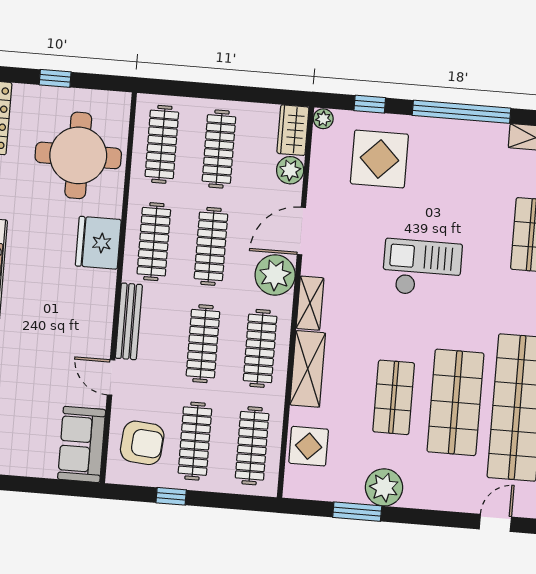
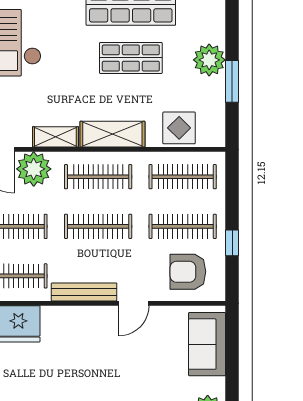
armchair: (142, 443) -> (188, 272), turned -95
sofa: (82, 444) -> (207, 344), moved, turned 90

